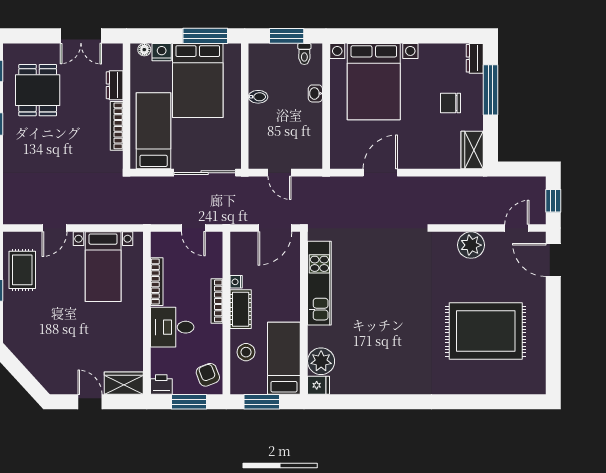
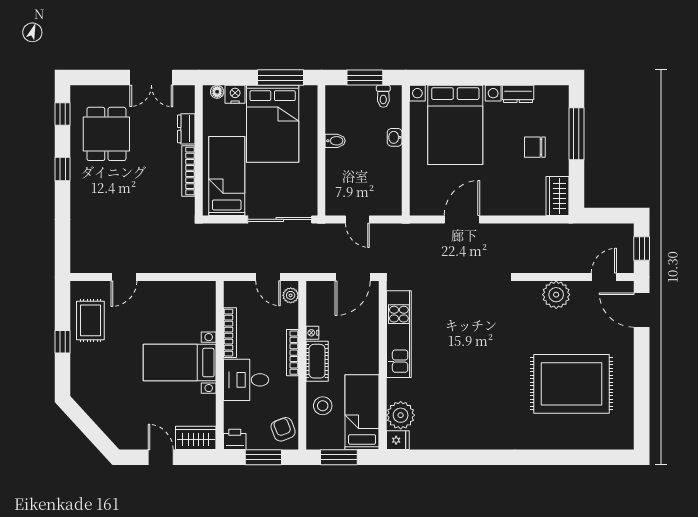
dresser: (475, 58) -> (518, 94), moved, turned -90
plant: (215, 246) -> (291, 295), added
bed with nightstands: (103, 267) -> (180, 363), moved, turned 90

